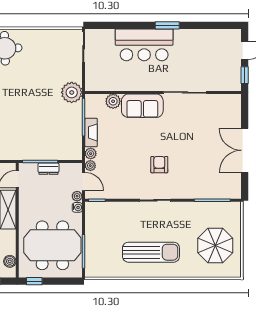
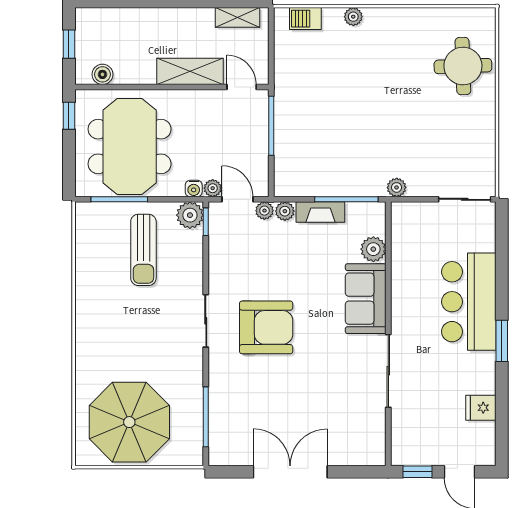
fridge: (207, 38) -> (481, 408), added
plant: (72, 92) -> (397, 187), width x0.53, depth x0.53
armchair: (159, 165) -> (266, 327), width x1.88, depth x1.88
dresser: (48, 169) -> (259, 140), removed
door: (84, 182) -> (237, 199), swing flipped
plant: (93, 210) -> (190, 215), added
parasol: (215, 245) -> (129, 422), width x1.36, depth x1.36
sun lounger: (151, 252) -> (143, 250), moved, width x0.73, depth x0.75

